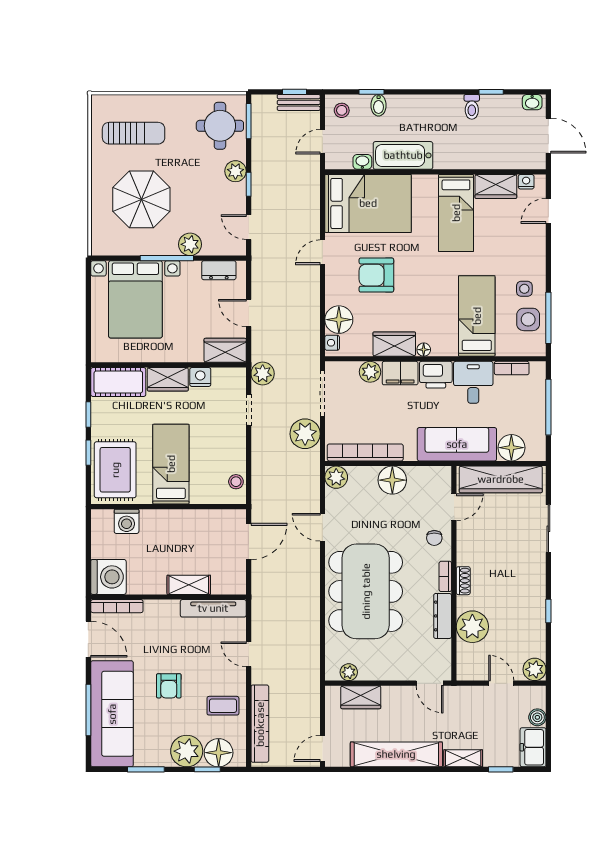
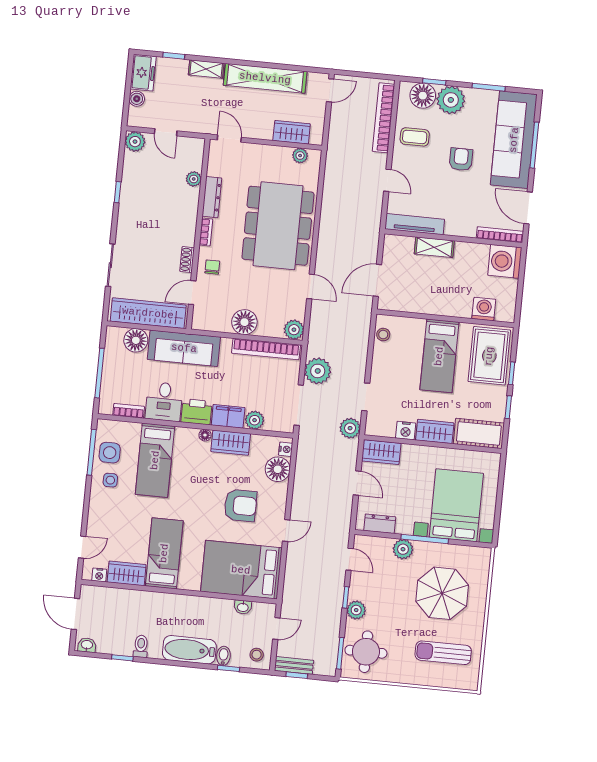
bathtub: (403, 155) -> (189, 650), moved, turned 180
shoe rack: (463, 581) -> (187, 260), moved
plant: (472, 627) -> (194, 179), width x0.53, depth x0.53

